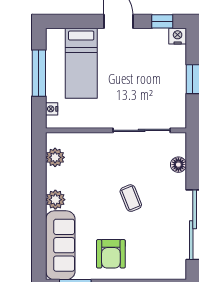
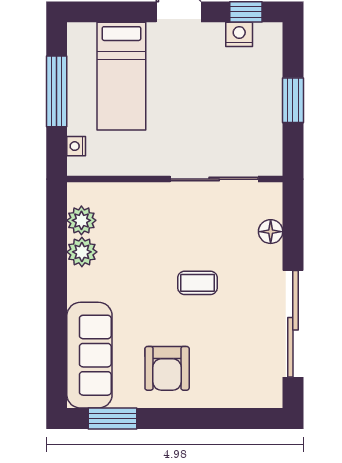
nightstand: (178, 36) -> (239, 34), moved
coffee table: (131, 198) -> (197, 283), turned -68
plant: (55, 200) -> (82, 252), moved

